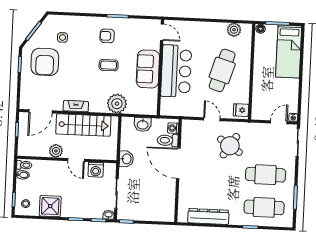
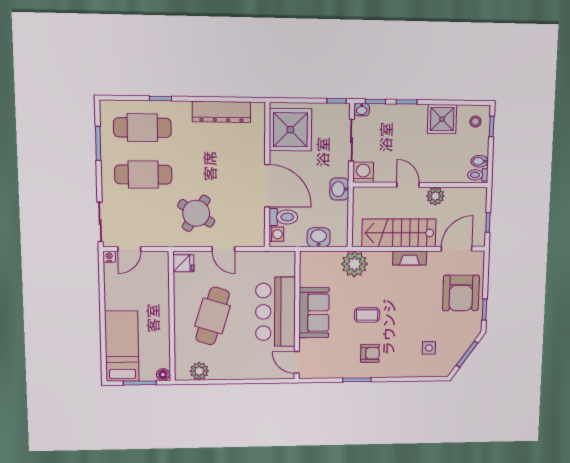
armchair: (45, 62) -> (461, 293), moved, turned 180
washing machine: (96, 170) -> (363, 172), moved
shower: (160, 202) -> (290, 130), added

